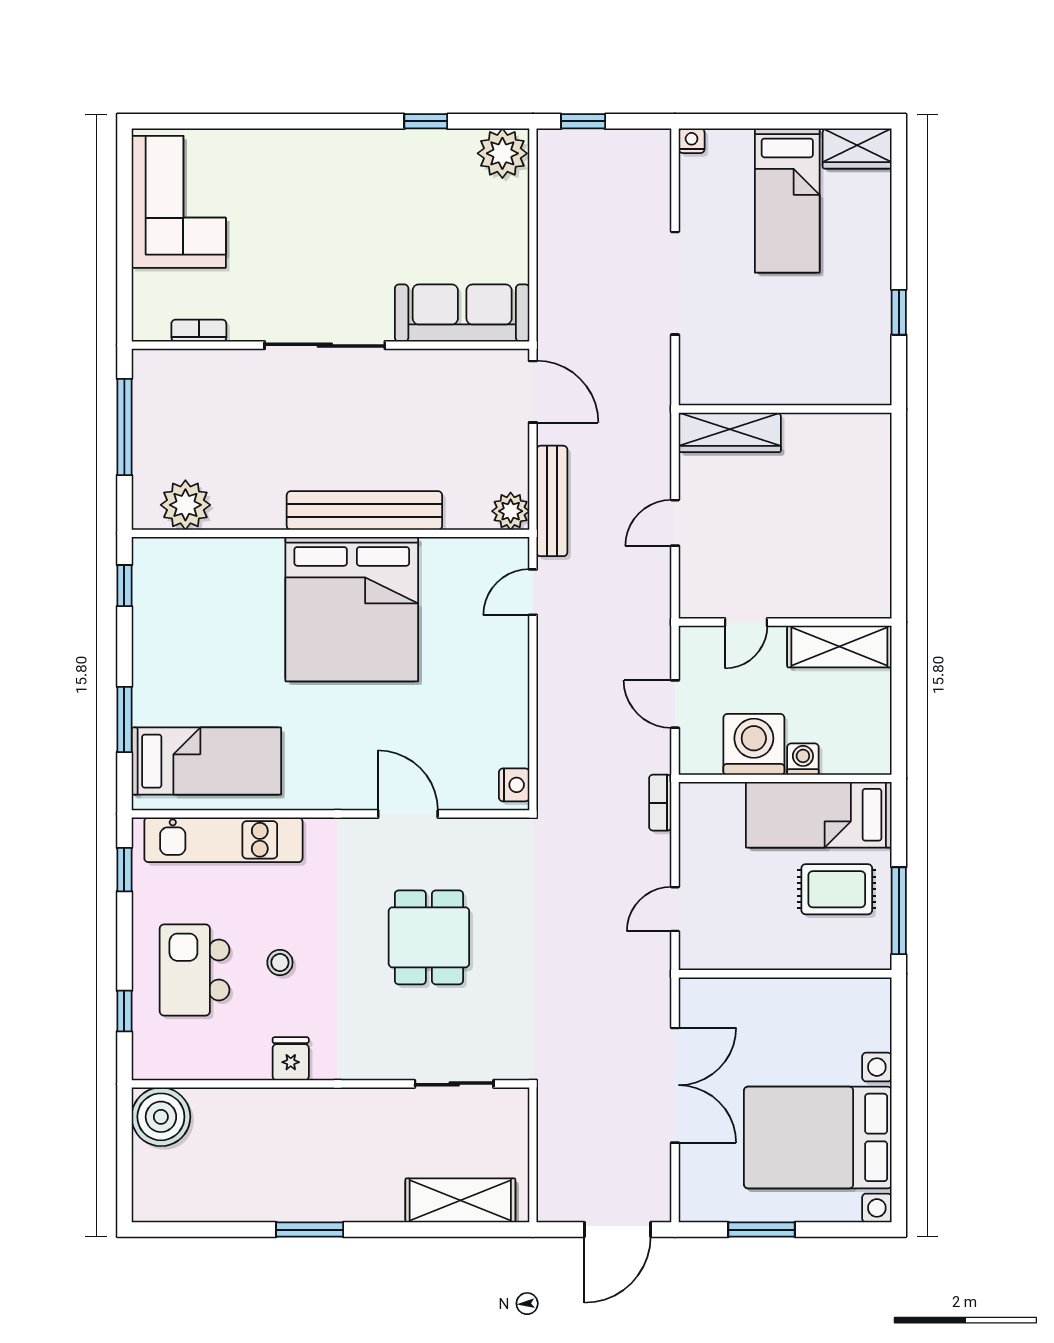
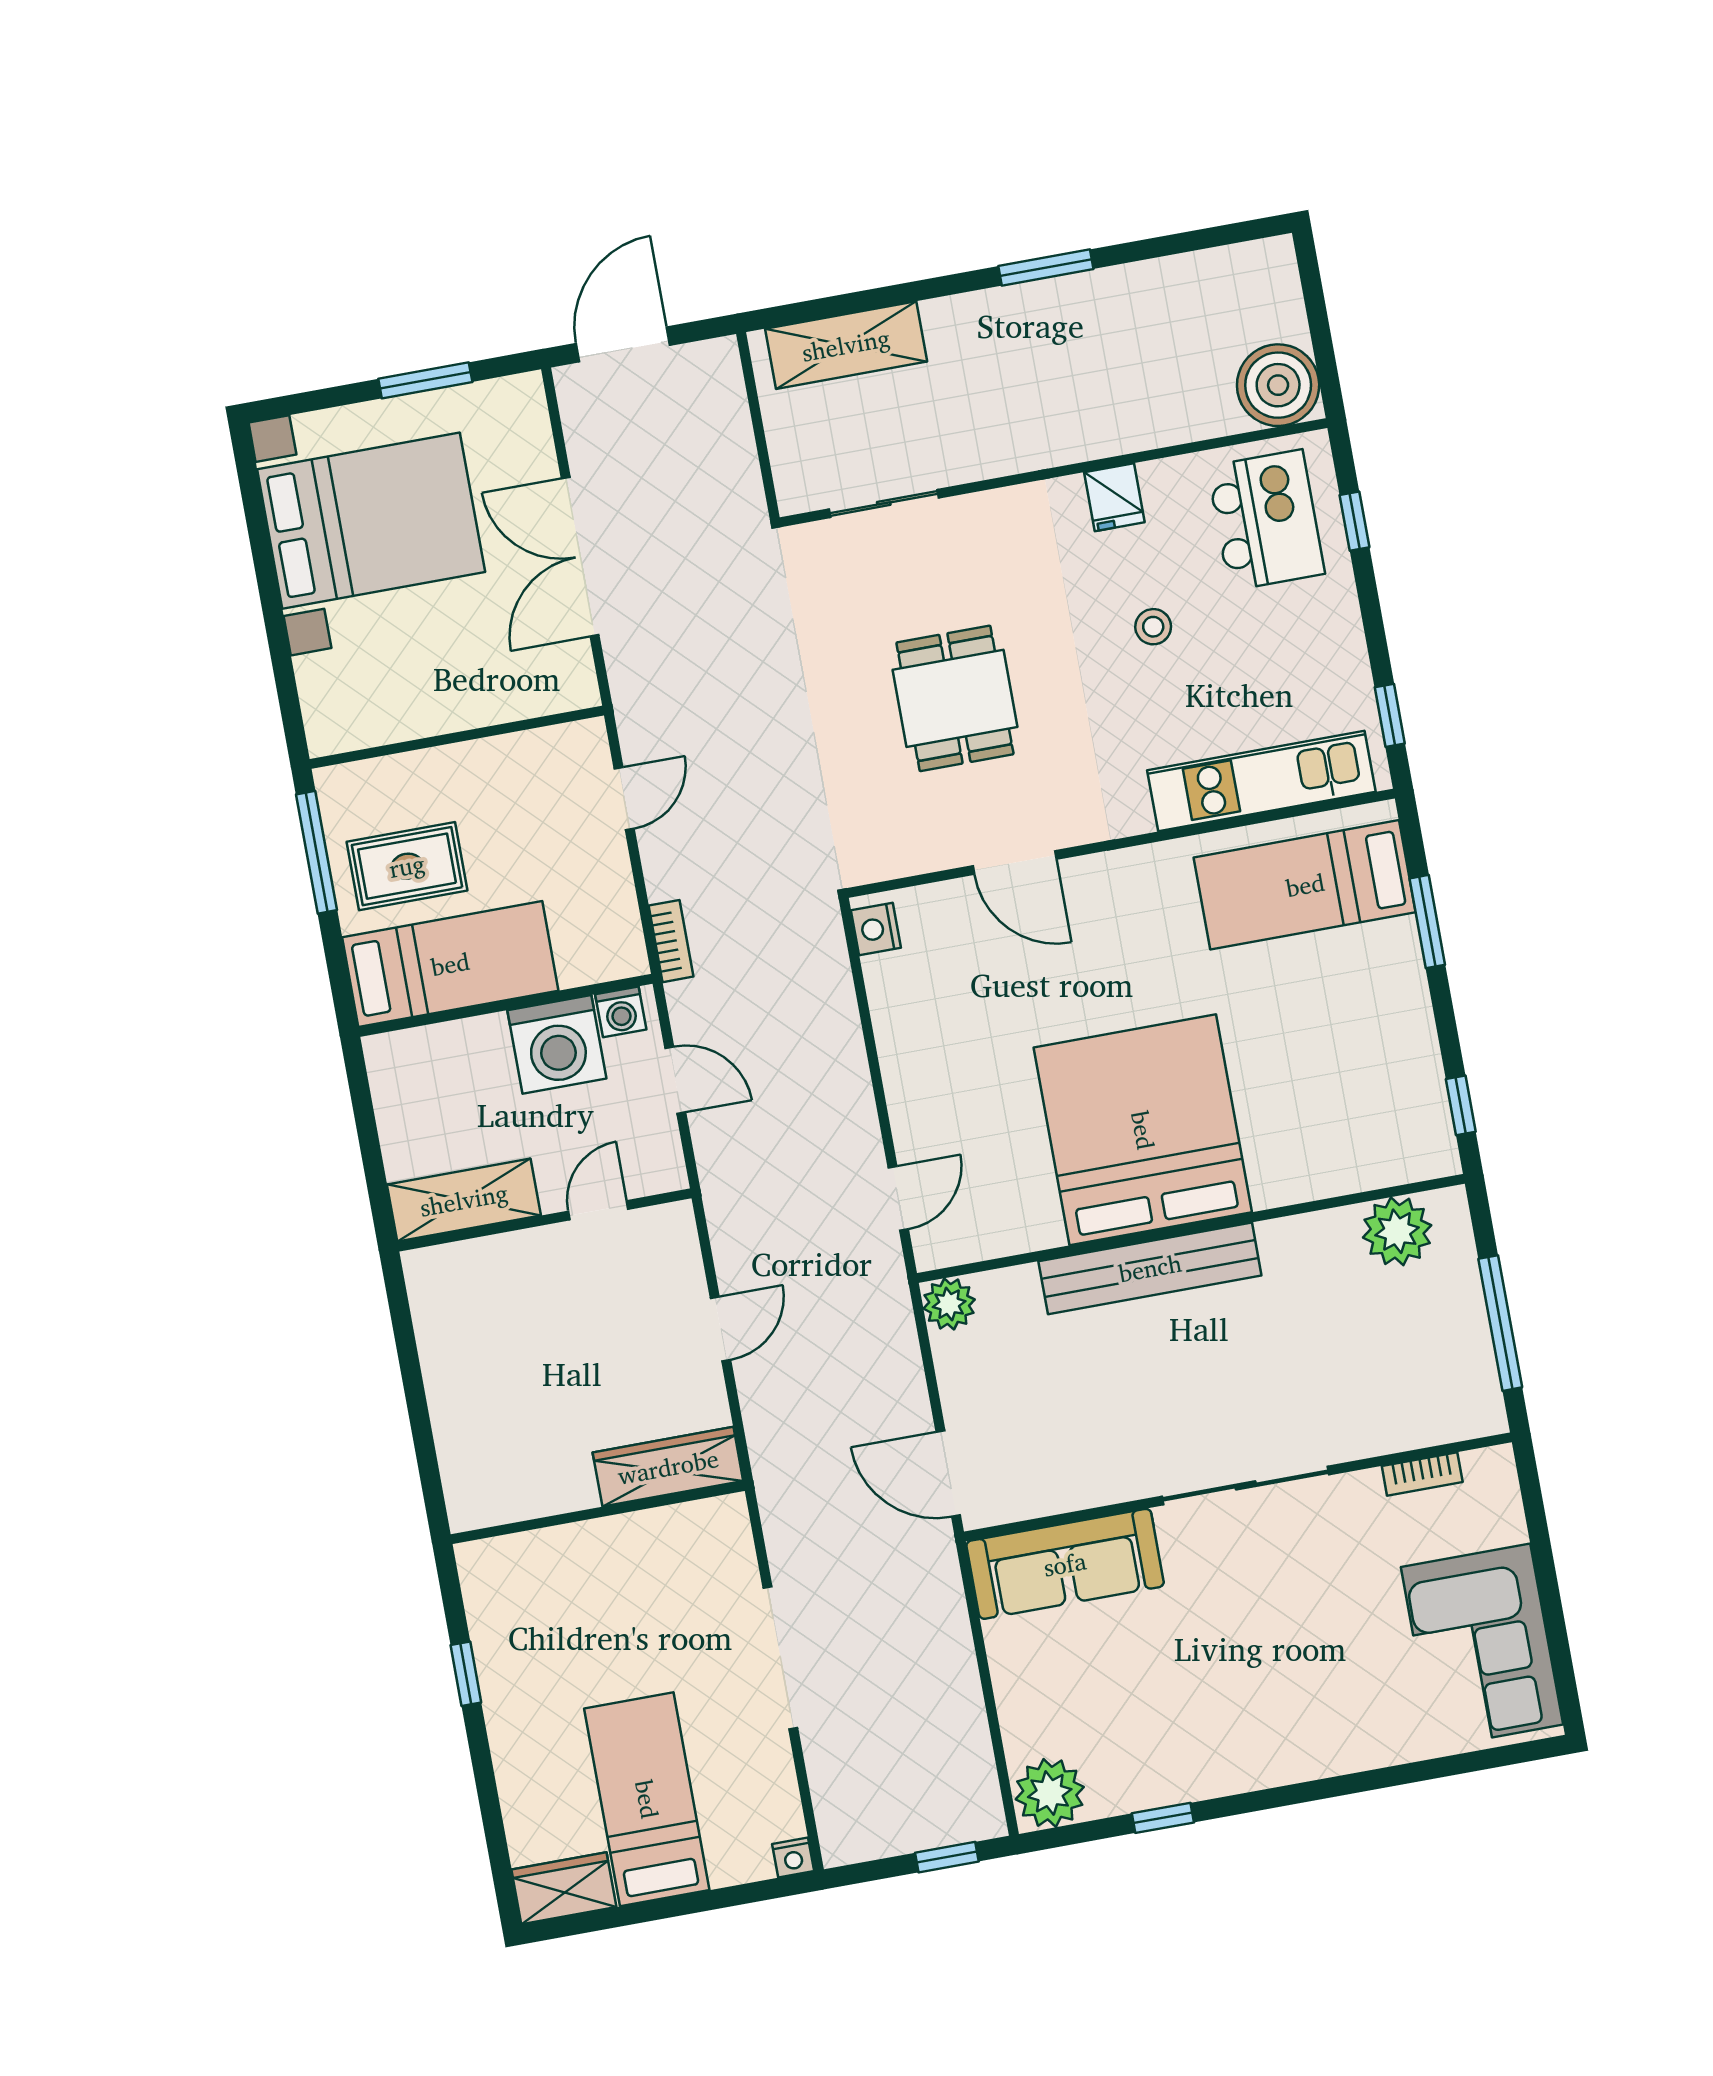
bench: (552, 501) -> (895, 1328), removed
washing machine: (803, 759) -> (621, 1012), moved
kitchen island: (195, 970) -> (1266, 520), moved

